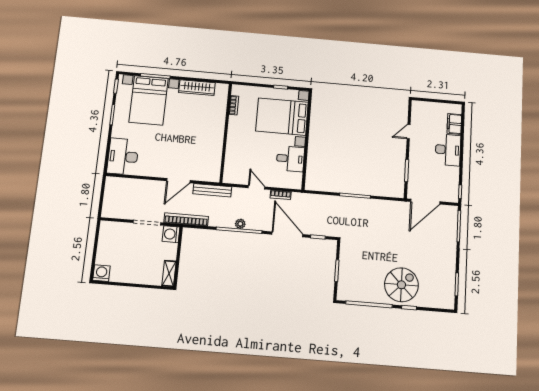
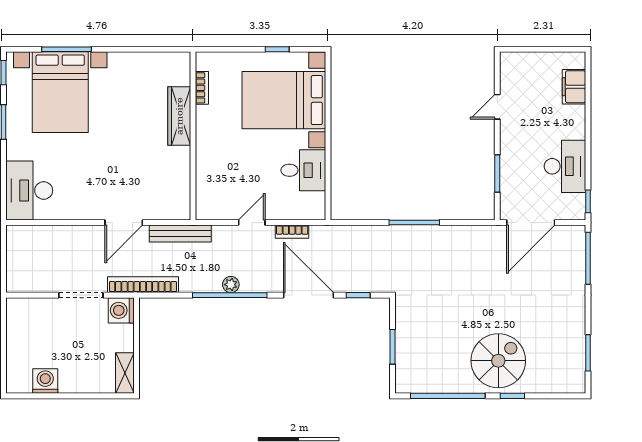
wardrobe: (197, 88) -> (179, 116), moved, turned 90
desk: (448, 150) -> (565, 166), moved
door: (257, 187) -> (252, 223), hinge flipped
washing machine: (101, 273) -> (45, 381), moved

